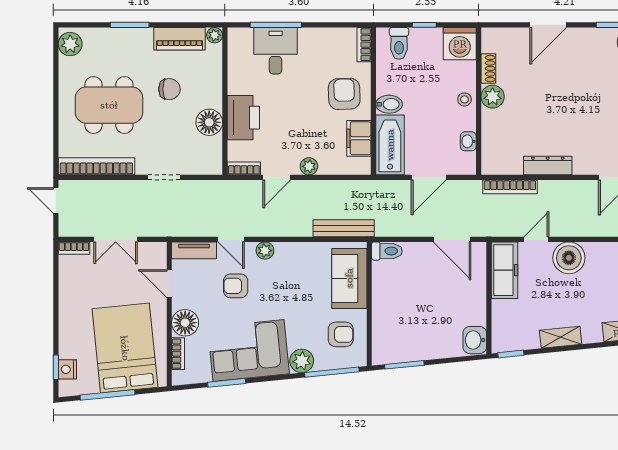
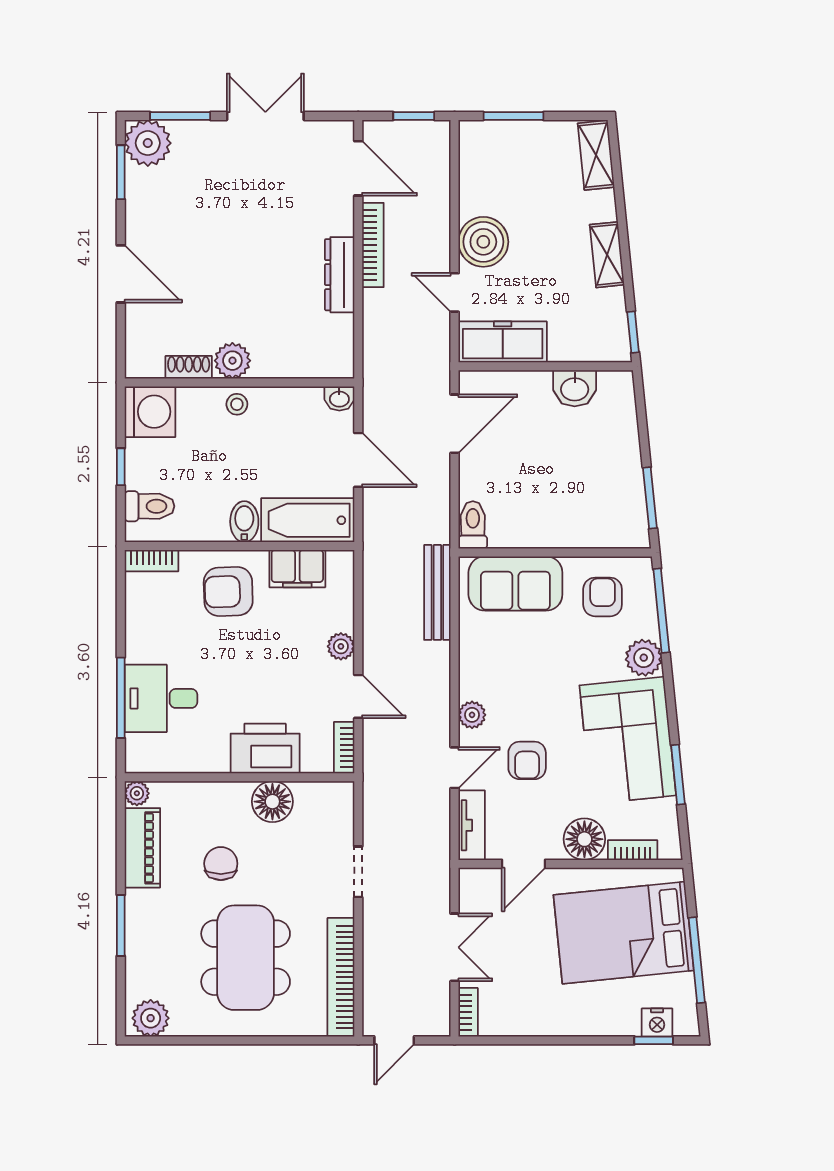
washbasin: (468, 141) -> (339, 398), moved
bookcase: (510, 187) -> (373, 245), moved
washbasin: (475, 340) -> (575, 388), moved

